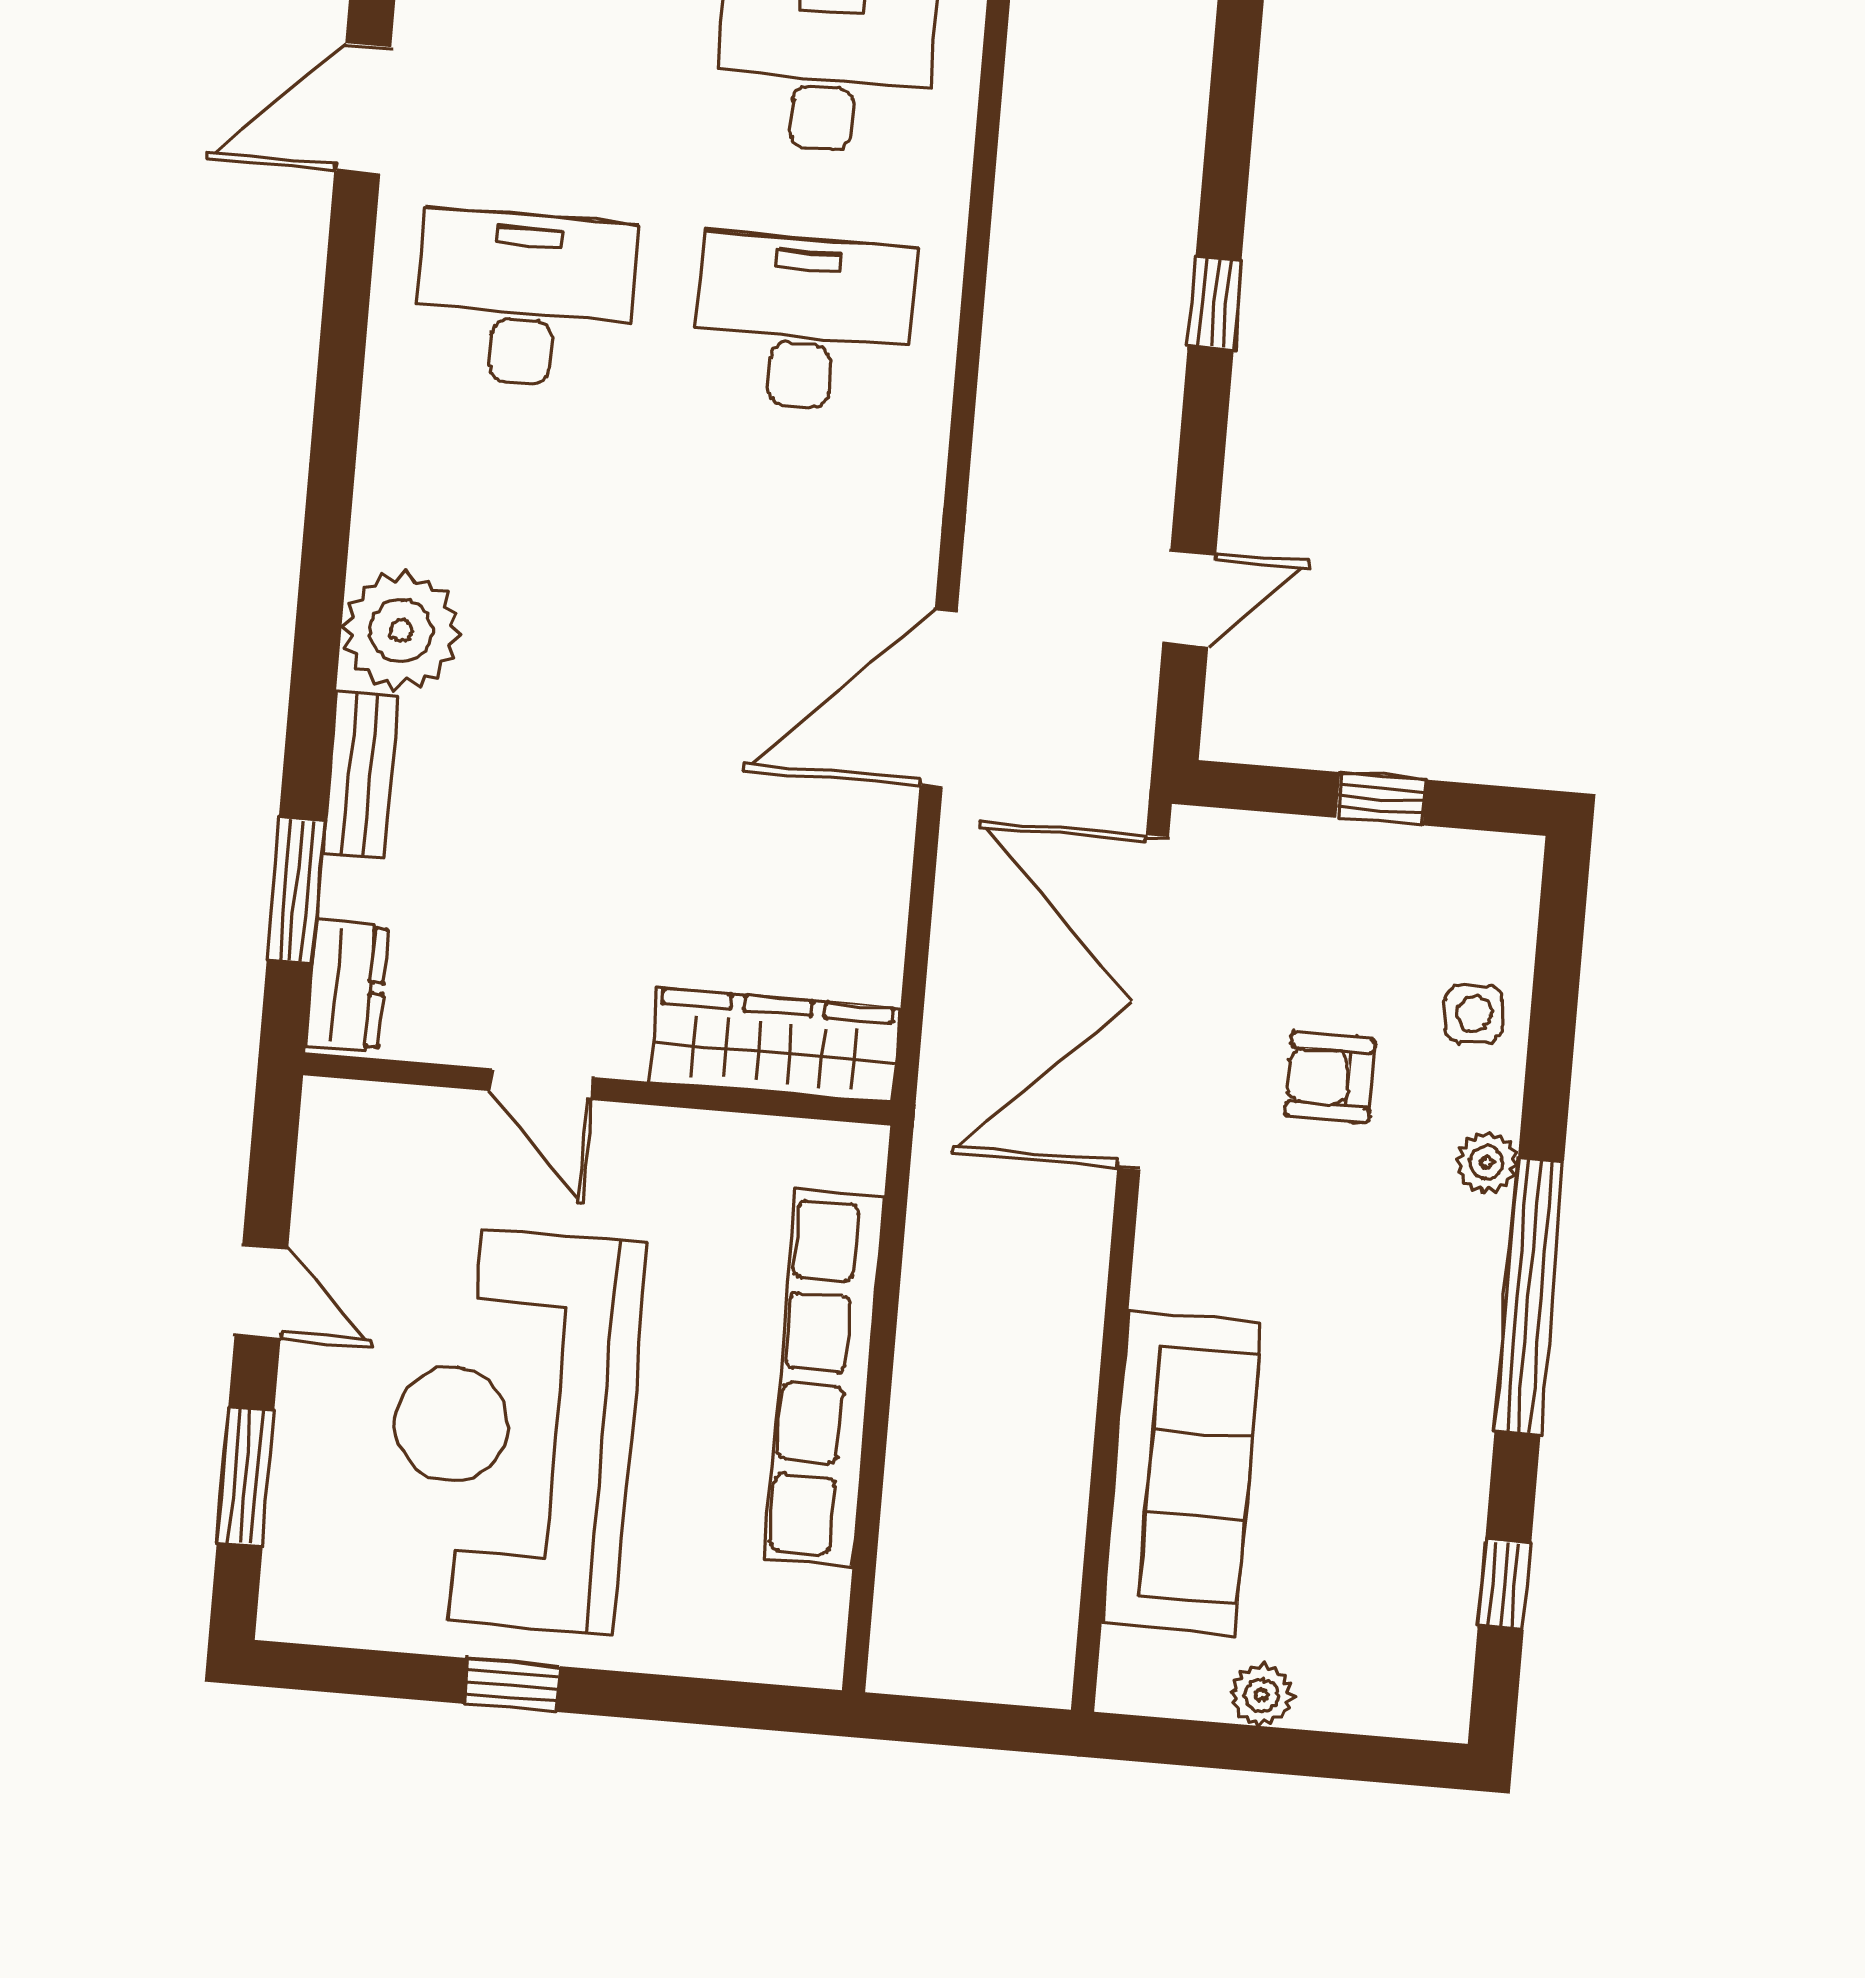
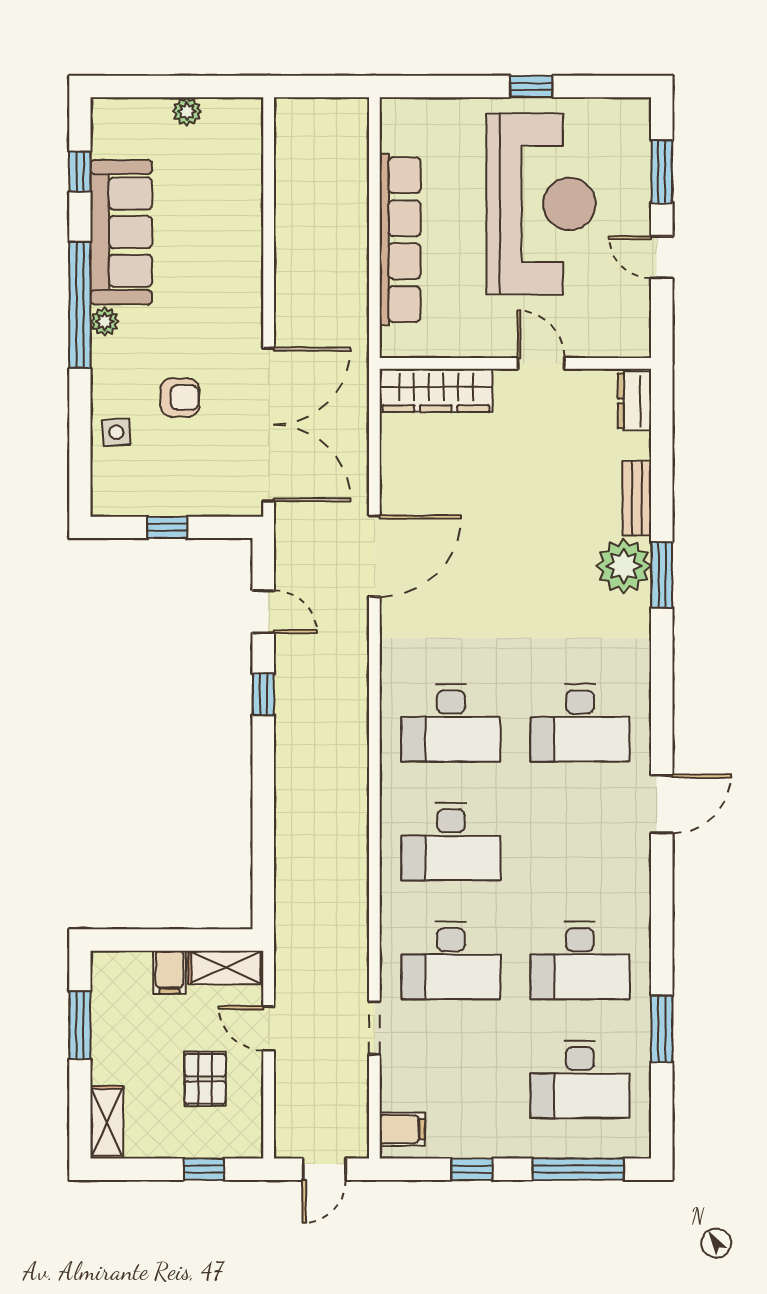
window: (1215, 303) -> (263, 694), moved
door: (1189, 599) -> (263, 612), swing flipped
window: (296, 890) -> (662, 575), moved
plant: (1487, 1162) -> (105, 321), moved
sofa: (1181, 1473) -> (121, 232), moved, turned 180

